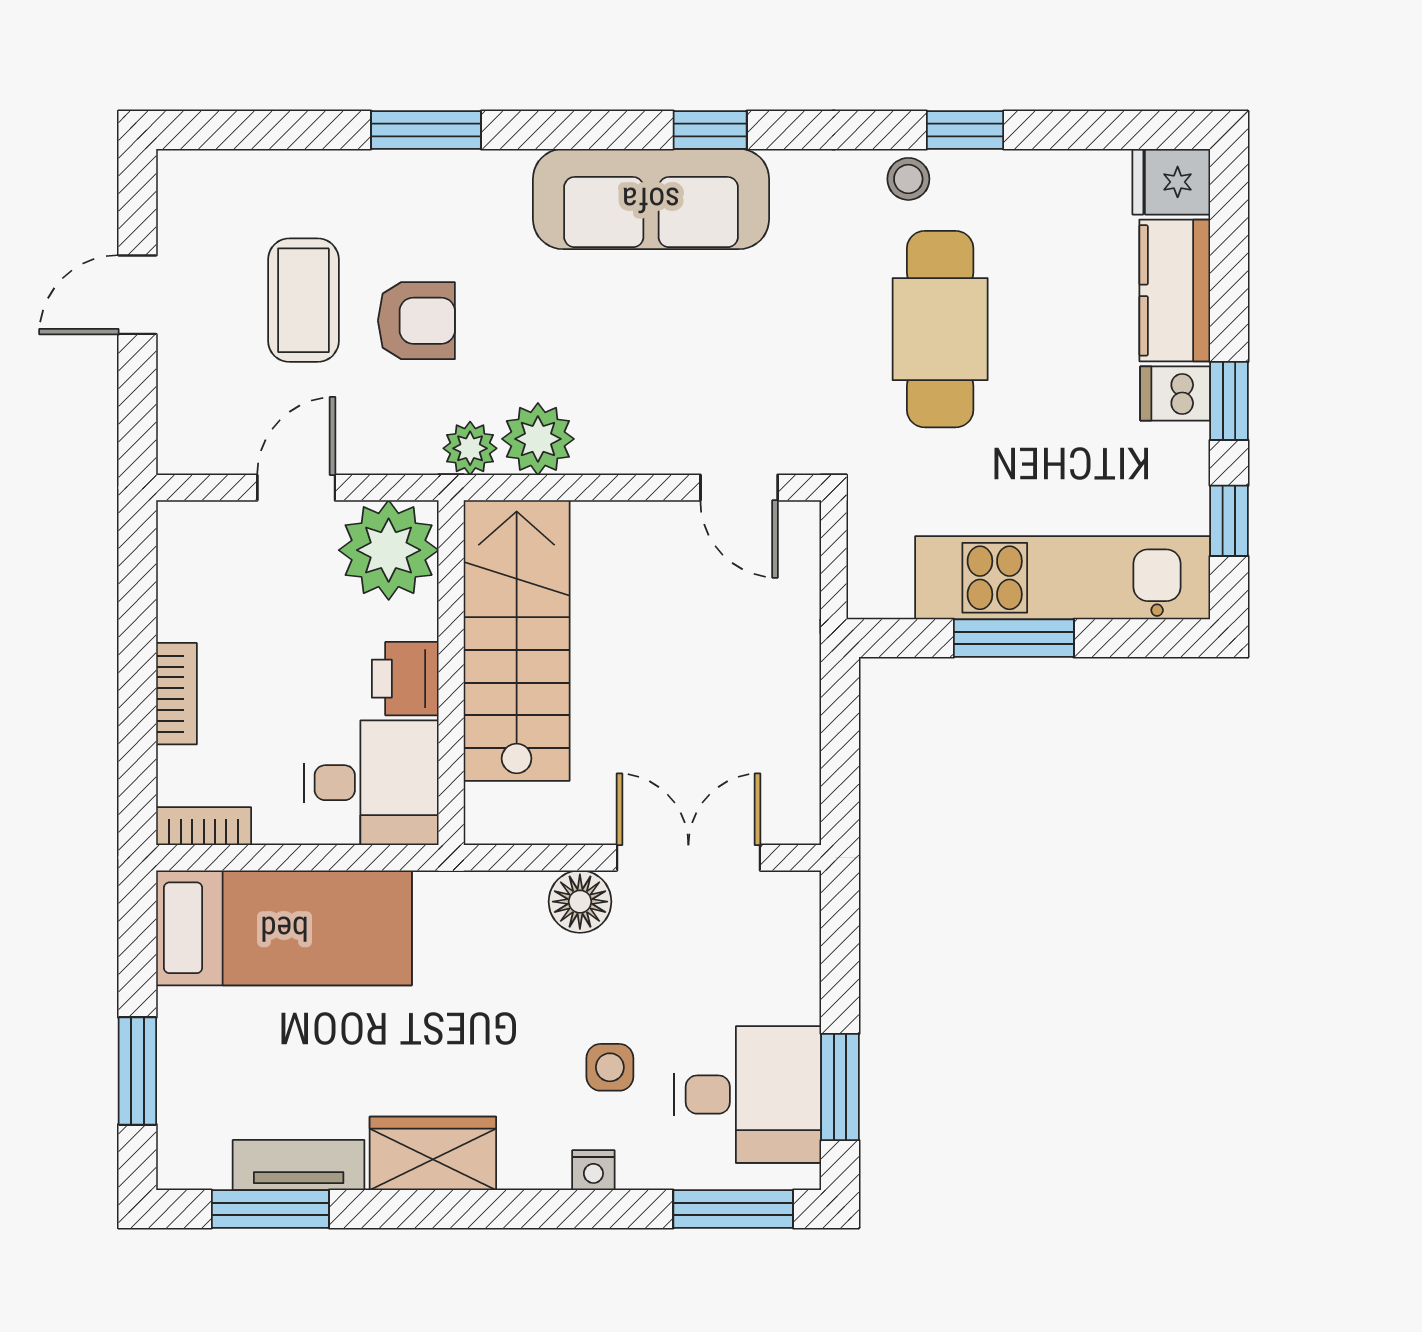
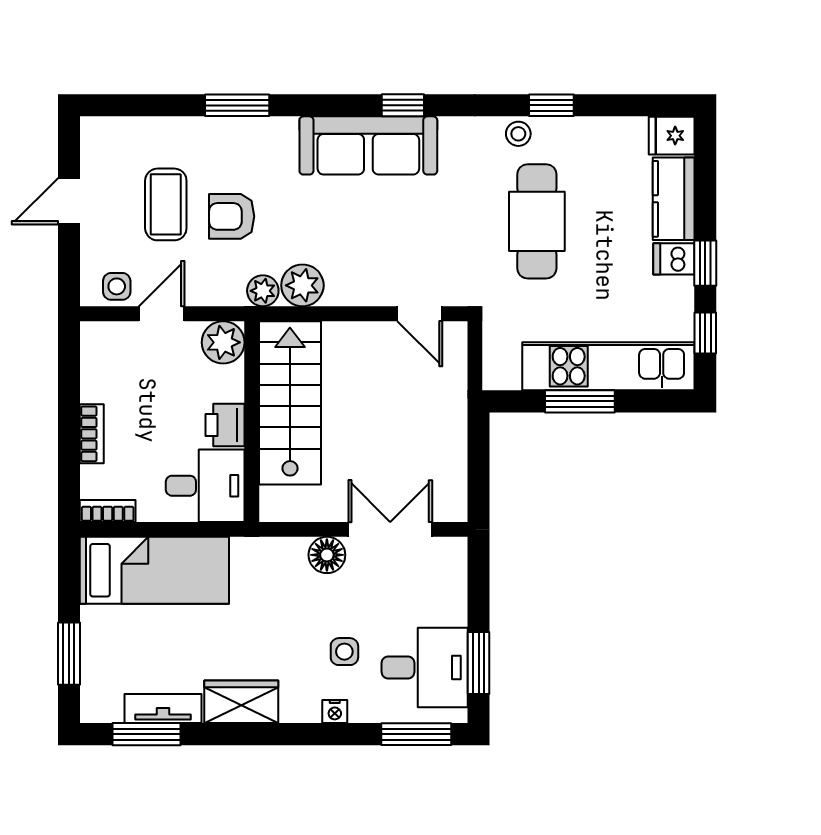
armchair: (416, 321) -> (232, 216), turned 180
side table: (219, 441) -> (117, 286), added
plant: (389, 550) -> (223, 342), width x0.73, depth x0.73

